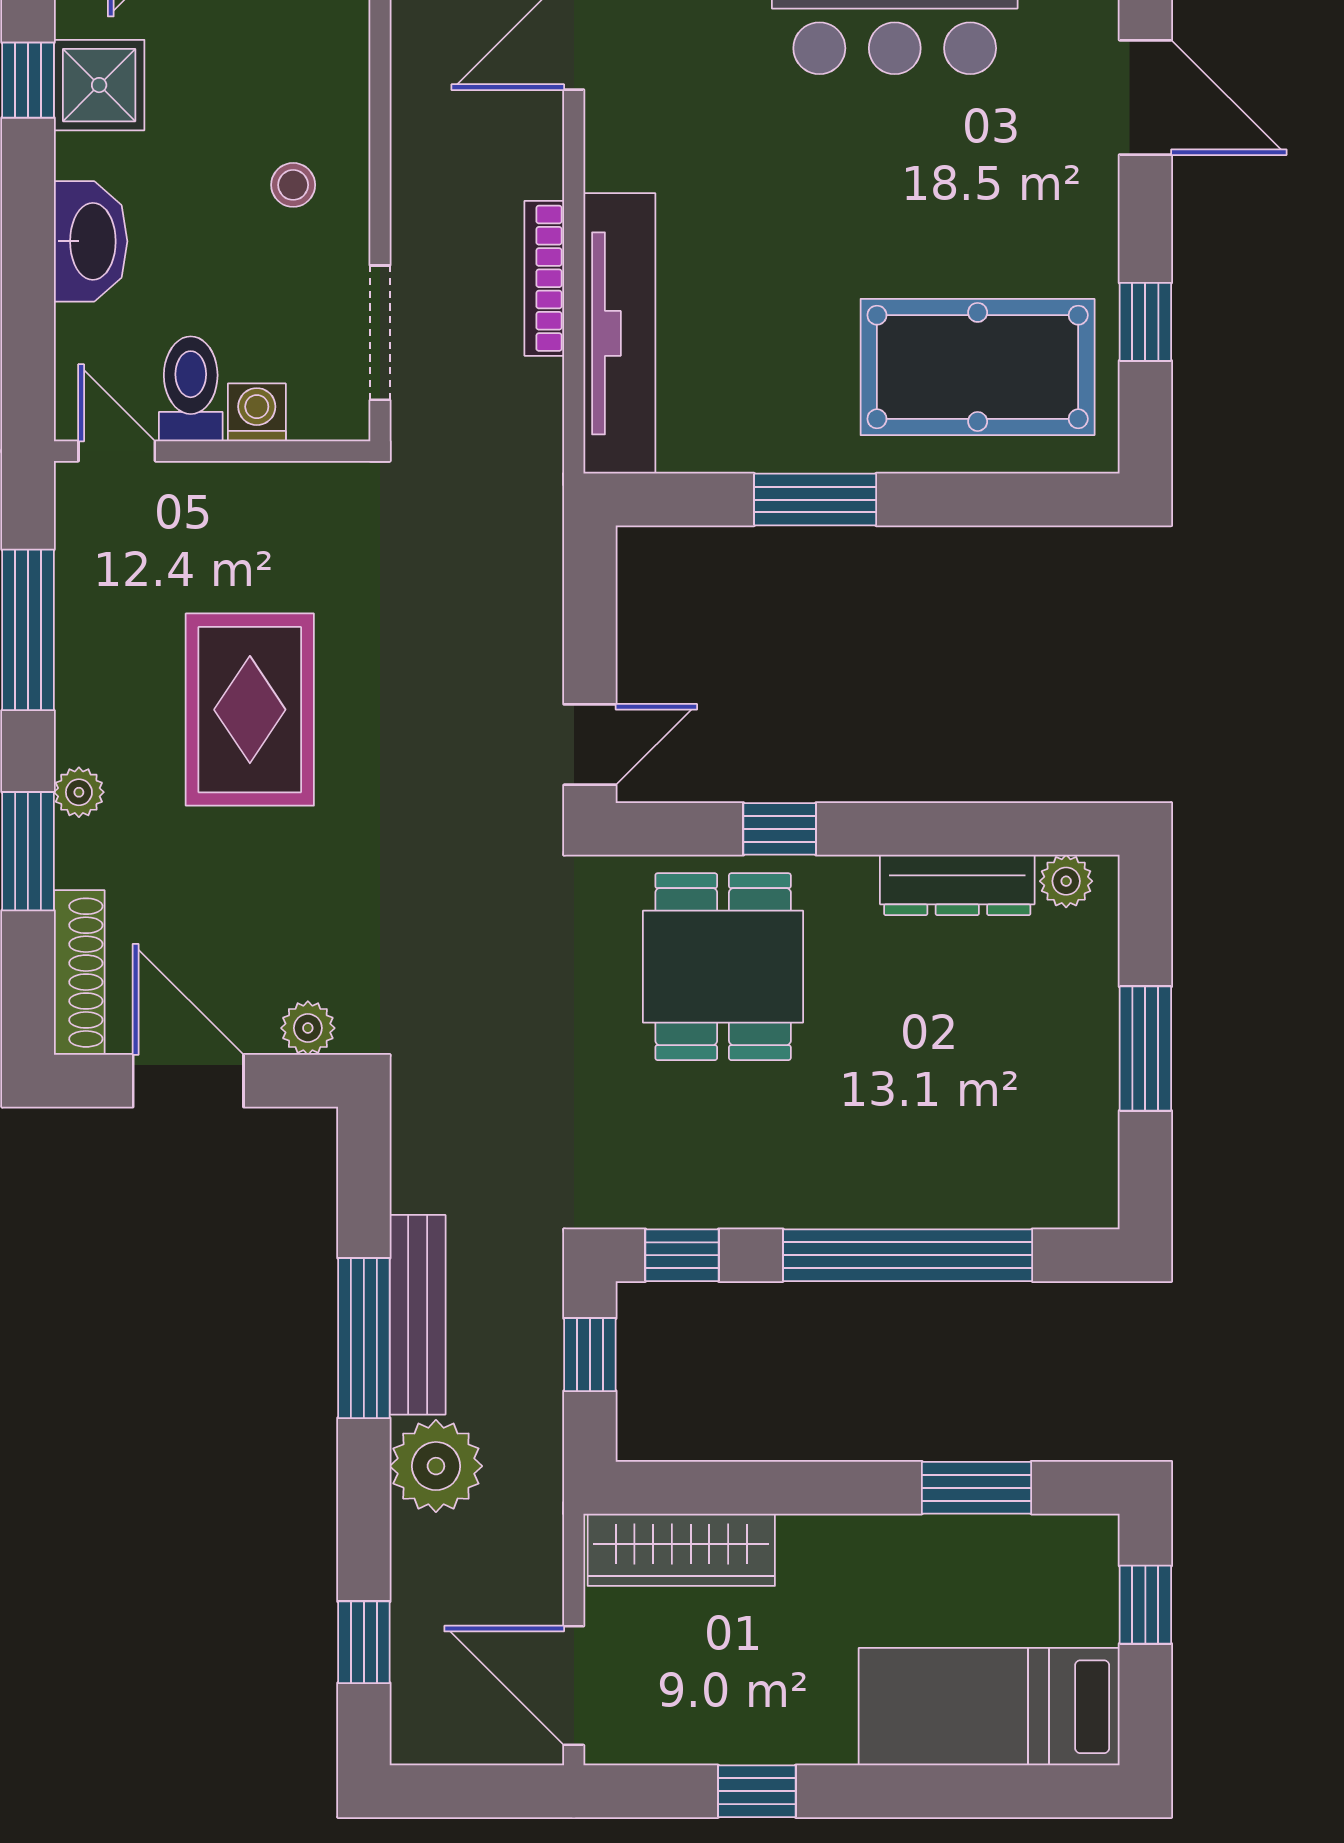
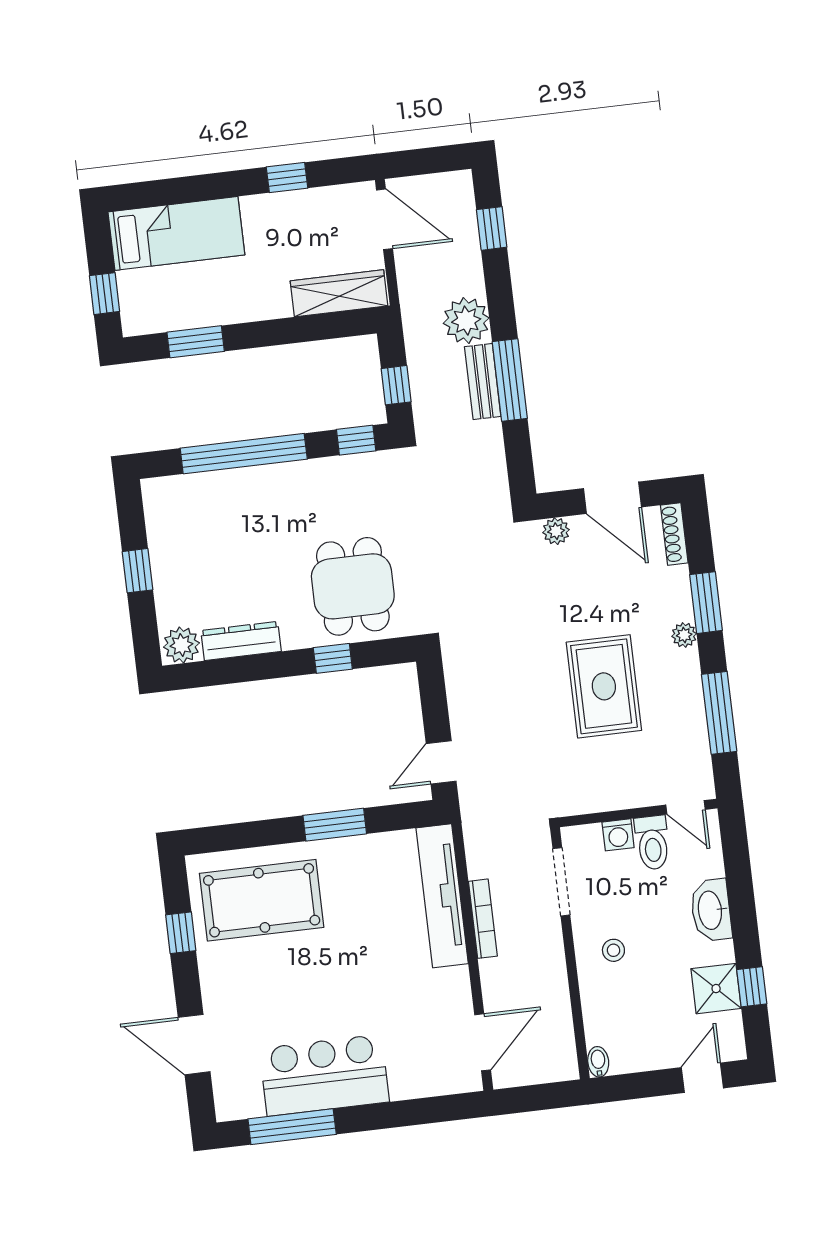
door: (590, 745) -> (441, 762), moved
plant: (1066, 881) -> (181, 645), width x1.38, depth x1.38
shoe rack: (79, 973) -> (674, 534), width x0.74, depth x0.81
window: (1145, 1049) -> (138, 571), width x0.67
bench: (418, 1315) -> (483, 382), width x0.73

